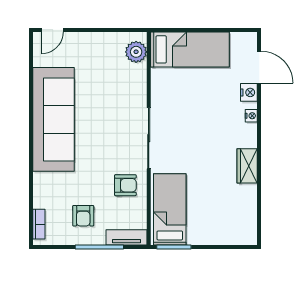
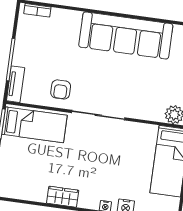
armchair: (83, 216) -> (39, 49), removed

